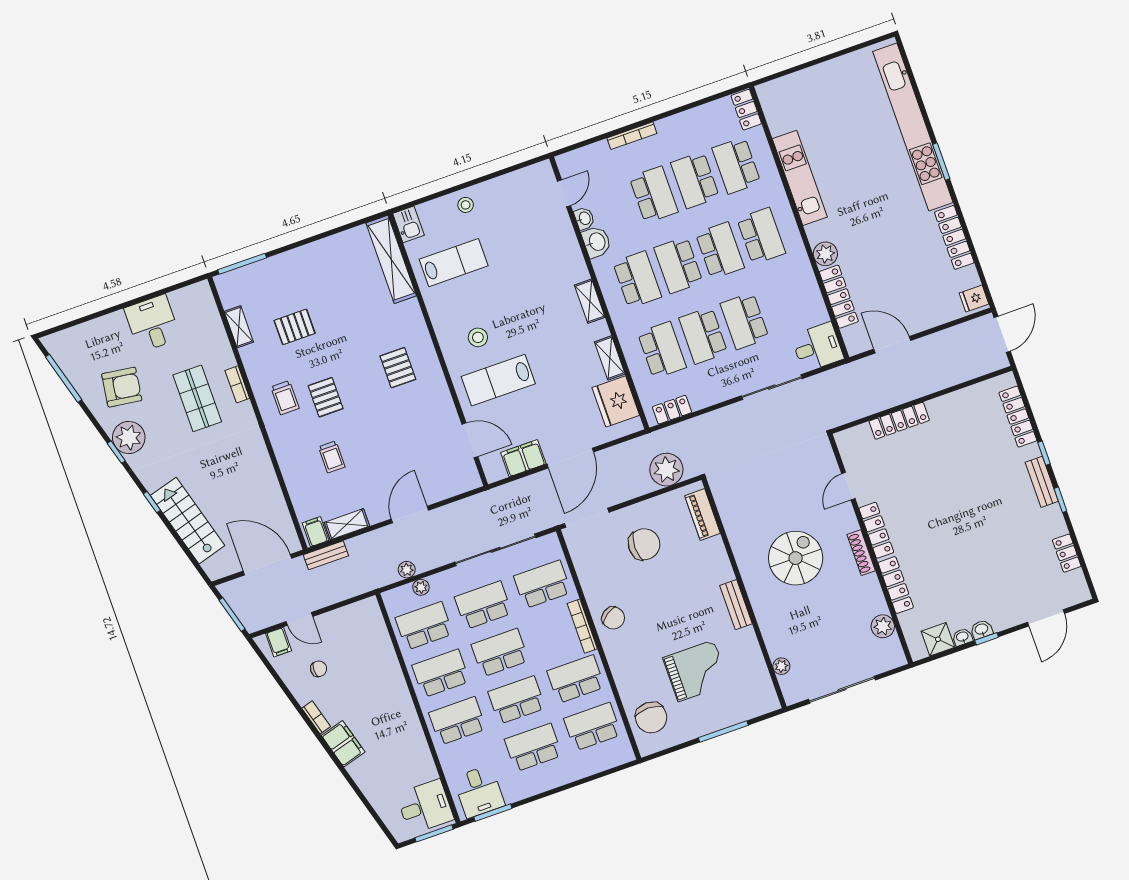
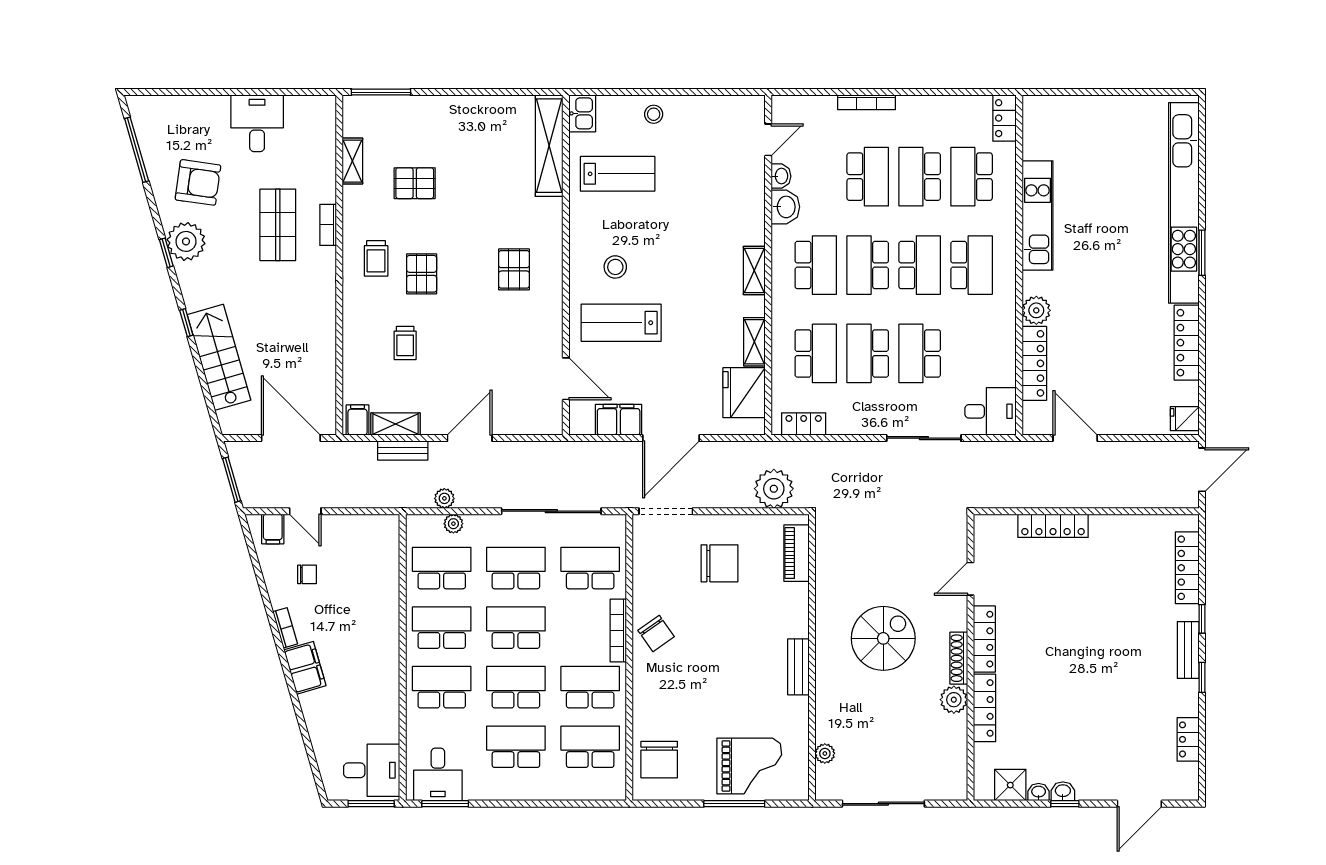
bench: (326, 555) -> (403, 451), moved
plant: (883, 626) -> (954, 700), moved
grand piano: (696, 671) -> (749, 766), moved

